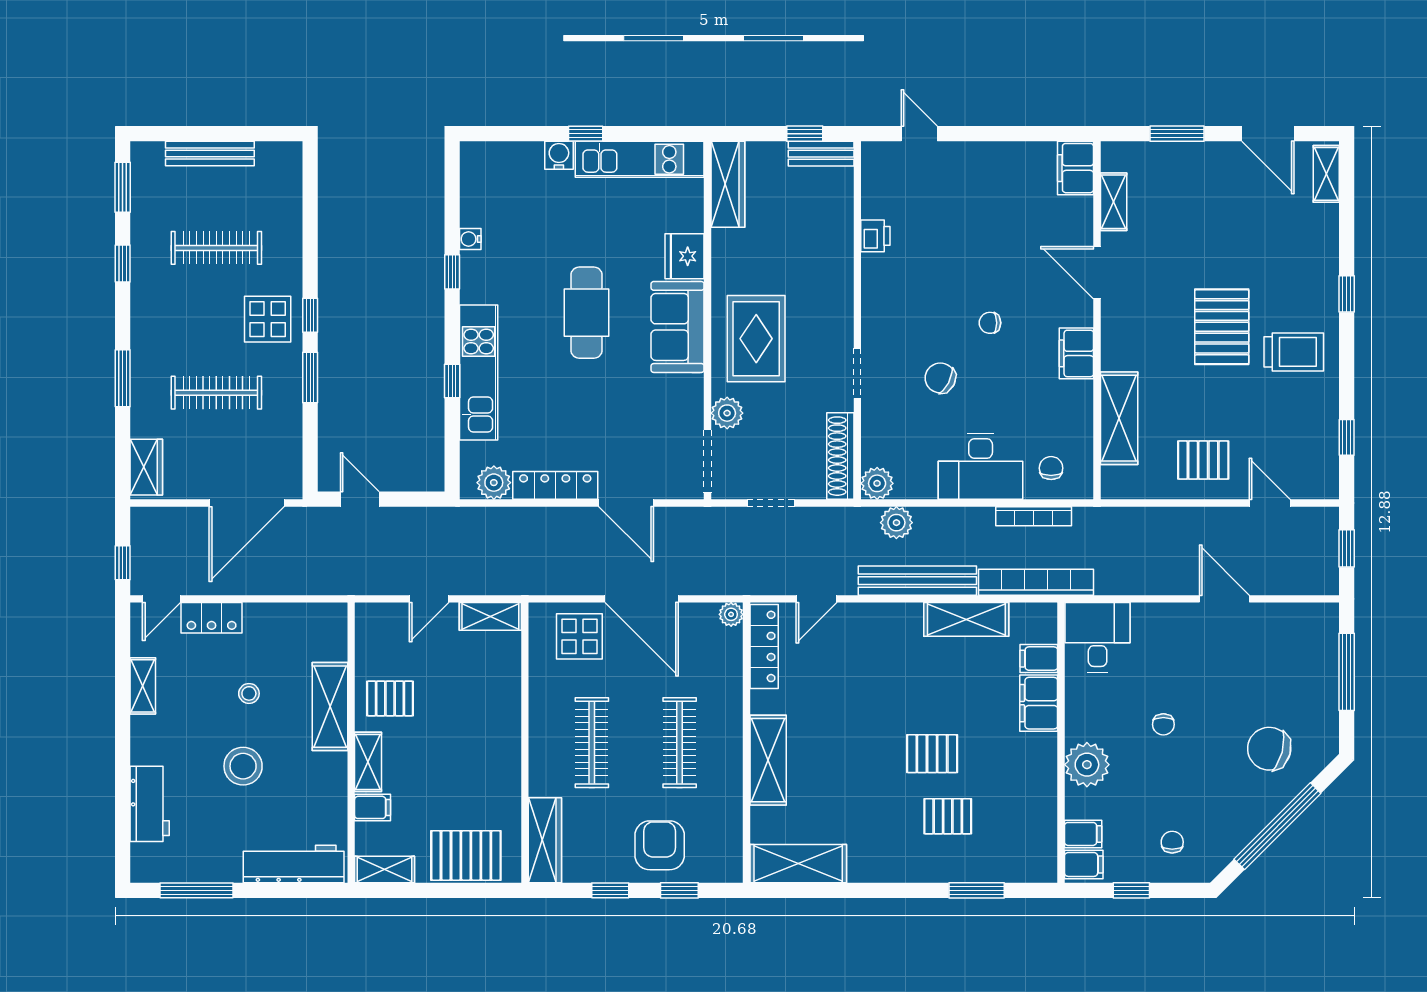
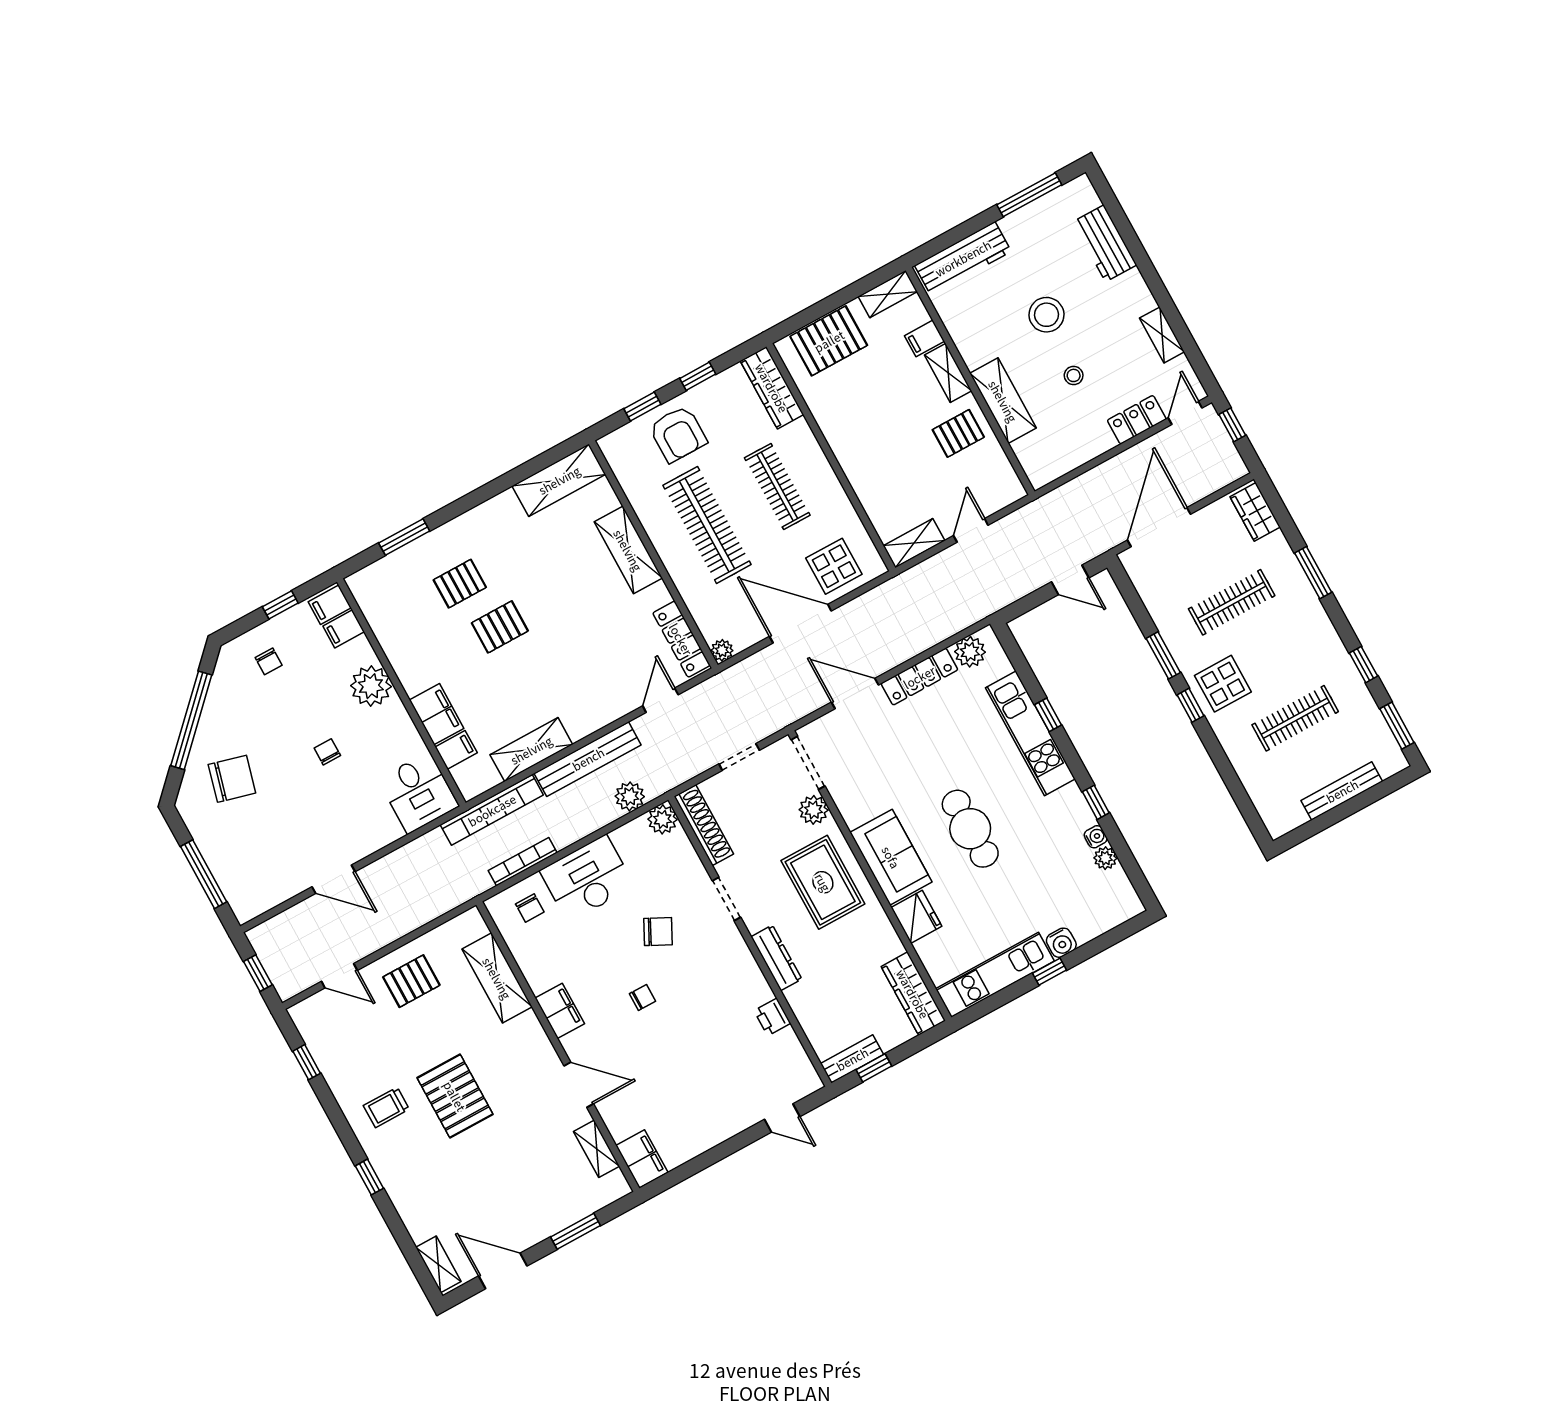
plant: (472, 213) -> (1105, 858), added
dresser: (840, 290) -> (776, 958), added
trolley: (1294, 352) -> (386, 1107), width x0.73, depth x0.72
clothes rail: (680, 743) -> (707, 525), width x1.37, depth x1.31

